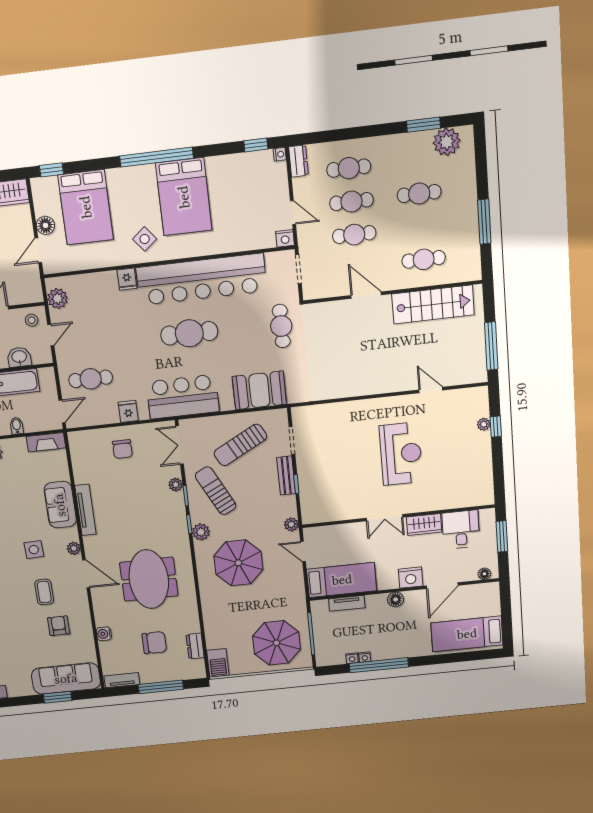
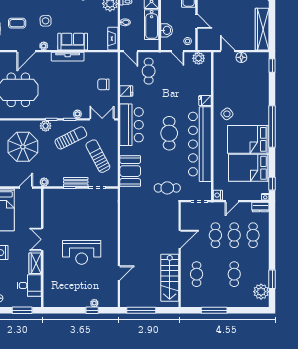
bed: (86, 207) -> (249, 168), moved

